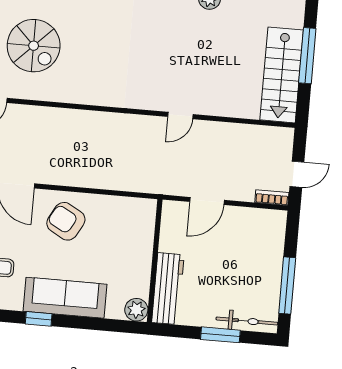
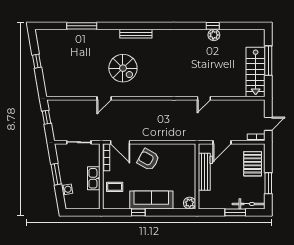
pallet: (261, 246) -> (253, 164), added
window: (287, 286) -> (268, 183), width x0.69
workbench: (168, 289) -> (205, 172), moved

